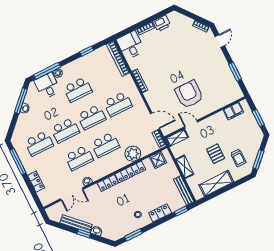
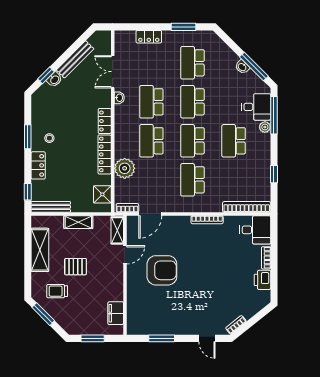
window: (18, 162) -> (183, 27), width x0.69
window: (84, 234) -> (46, 75), moved
window: (133, 235) -> (28, 137), moved

